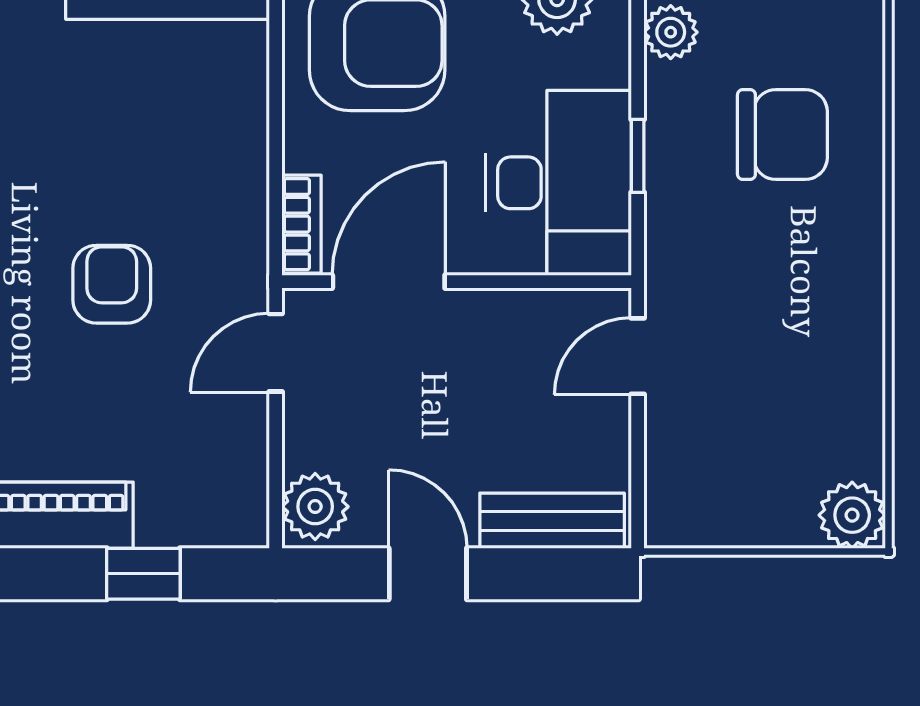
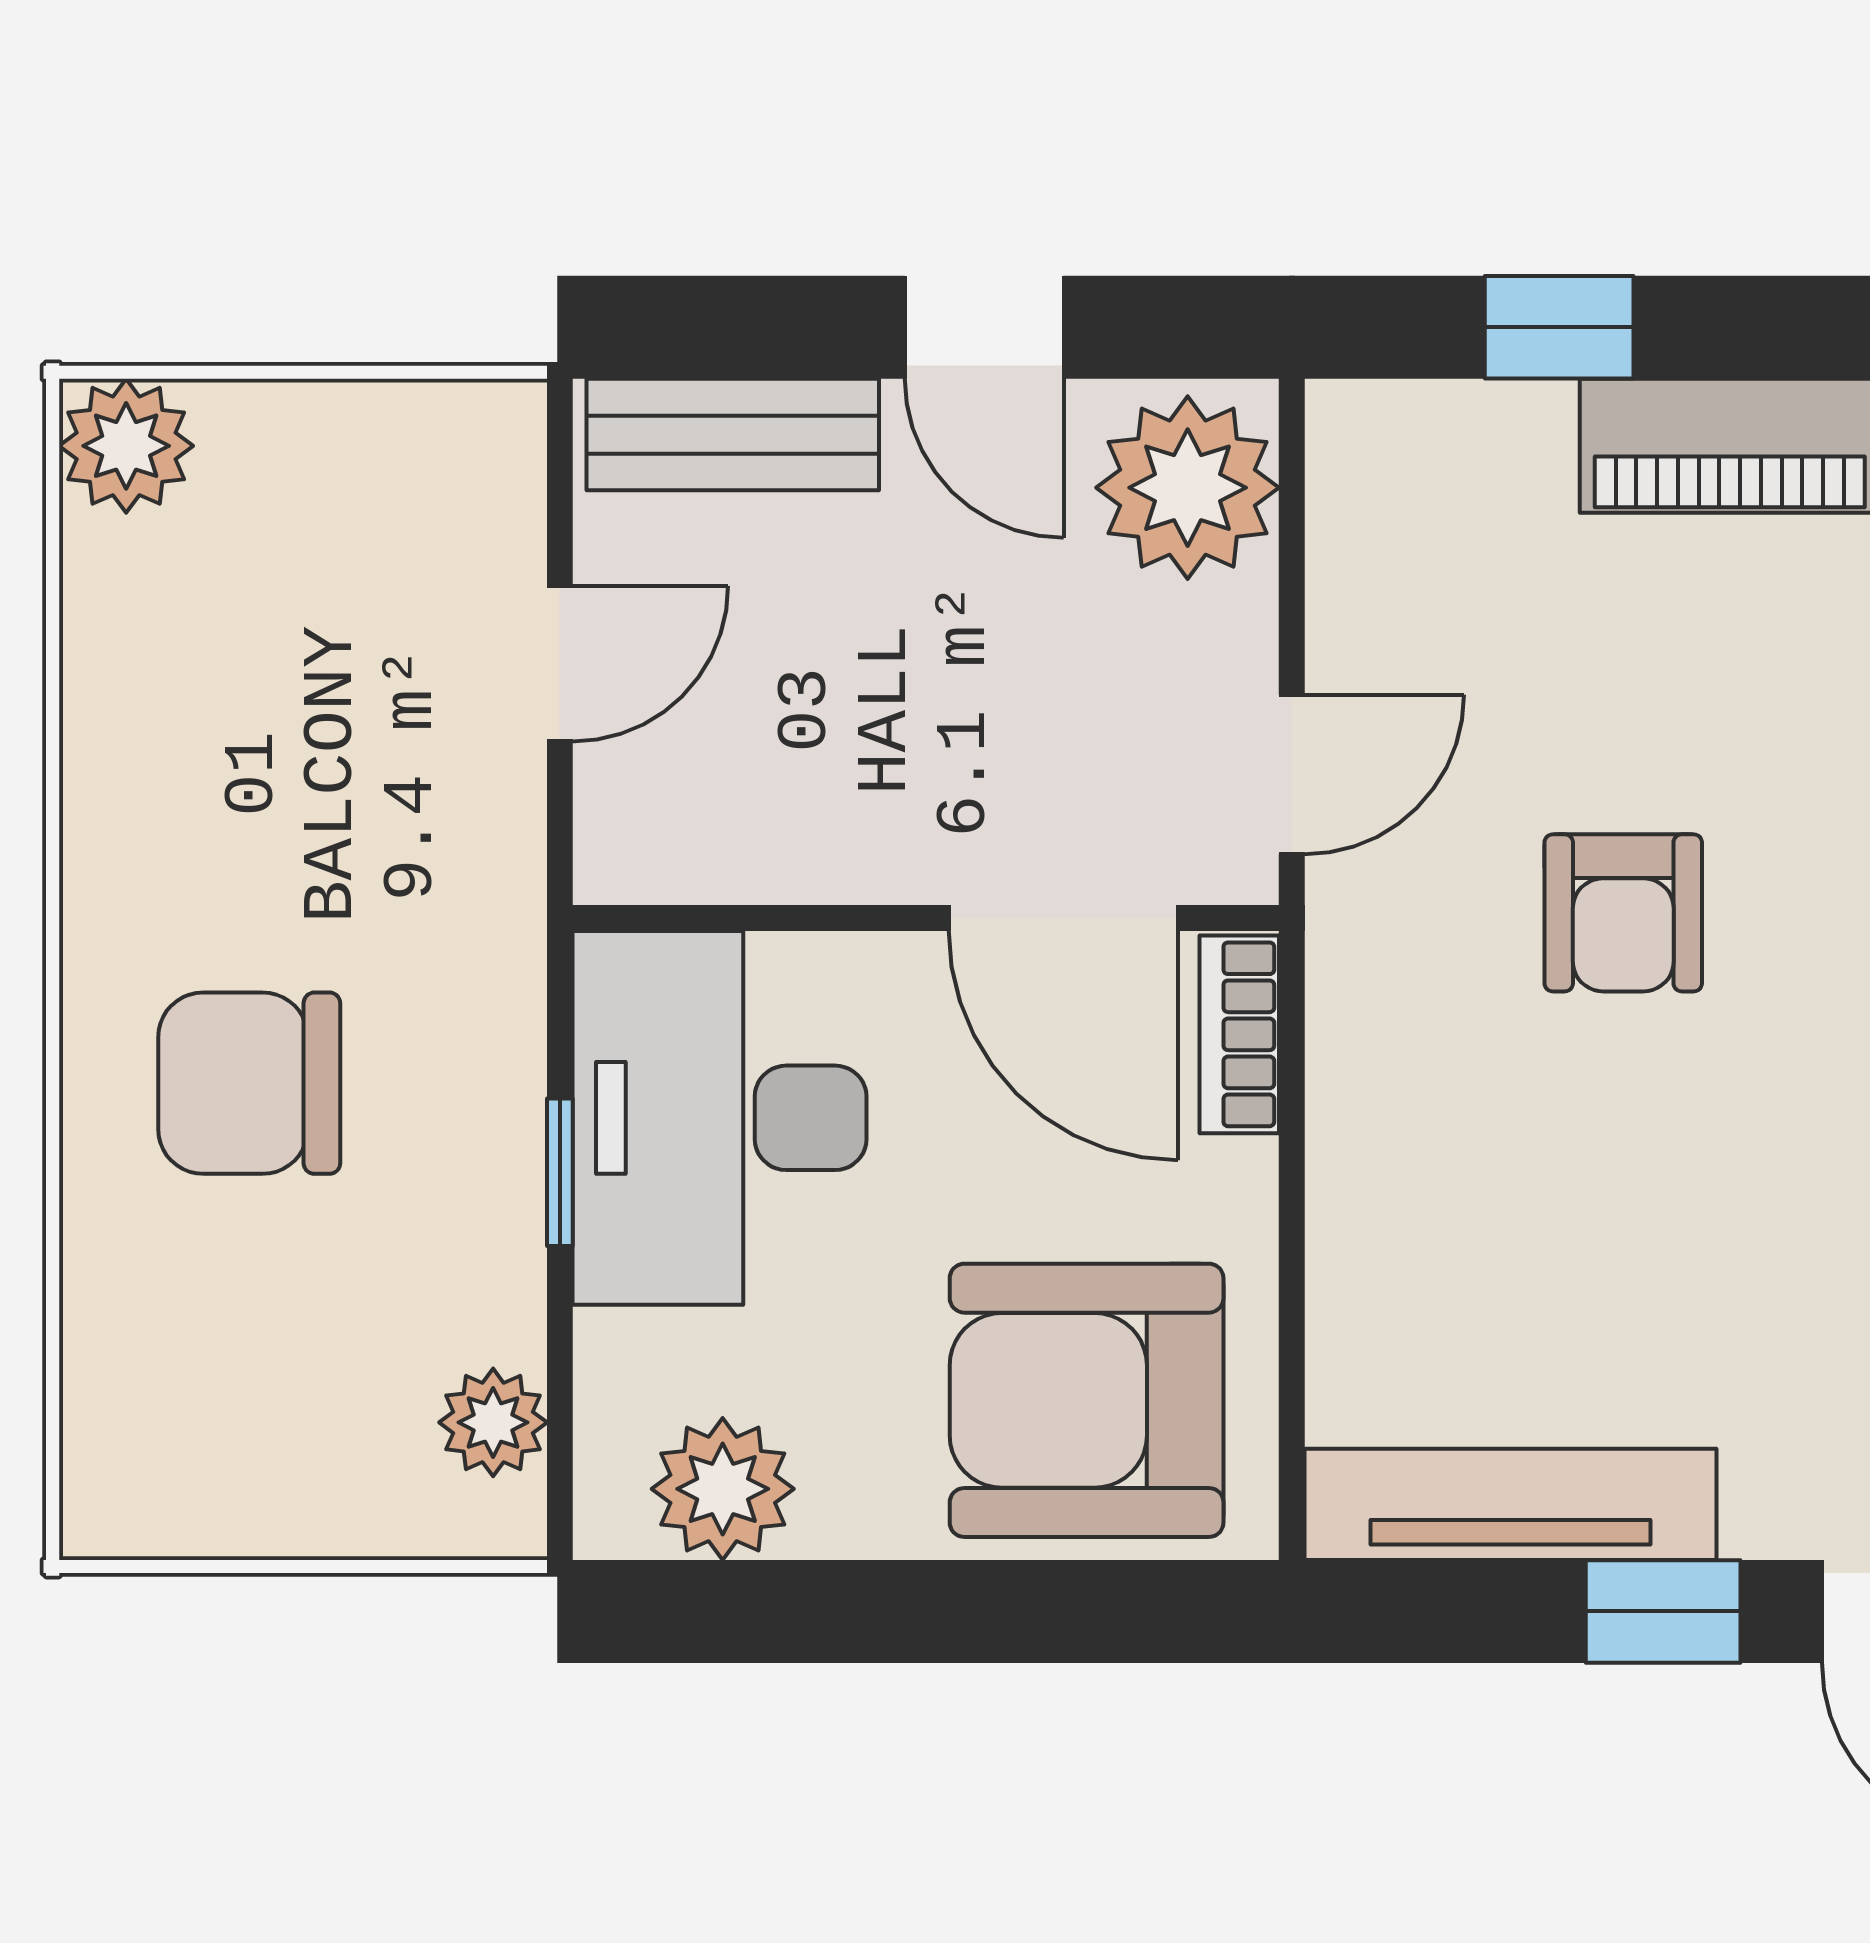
chair: (782, 135) -> (249, 1083), moved
door: (389, 282) -> (1063, 918), hinge flipped
door: (638, 356) -> (560, 664), moved
plant: (315, 507) -> (1188, 488), width x1.36, depth x1.36

